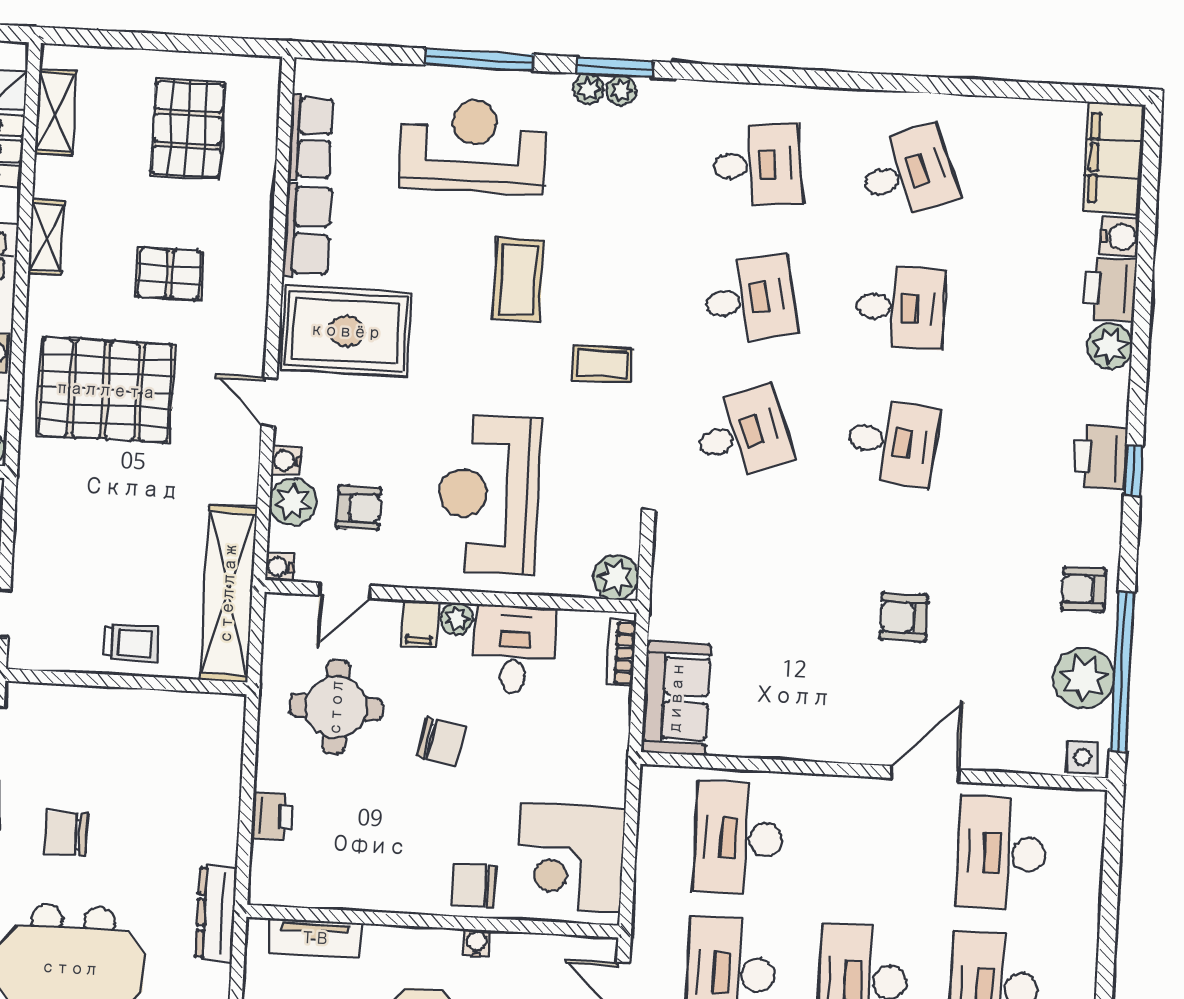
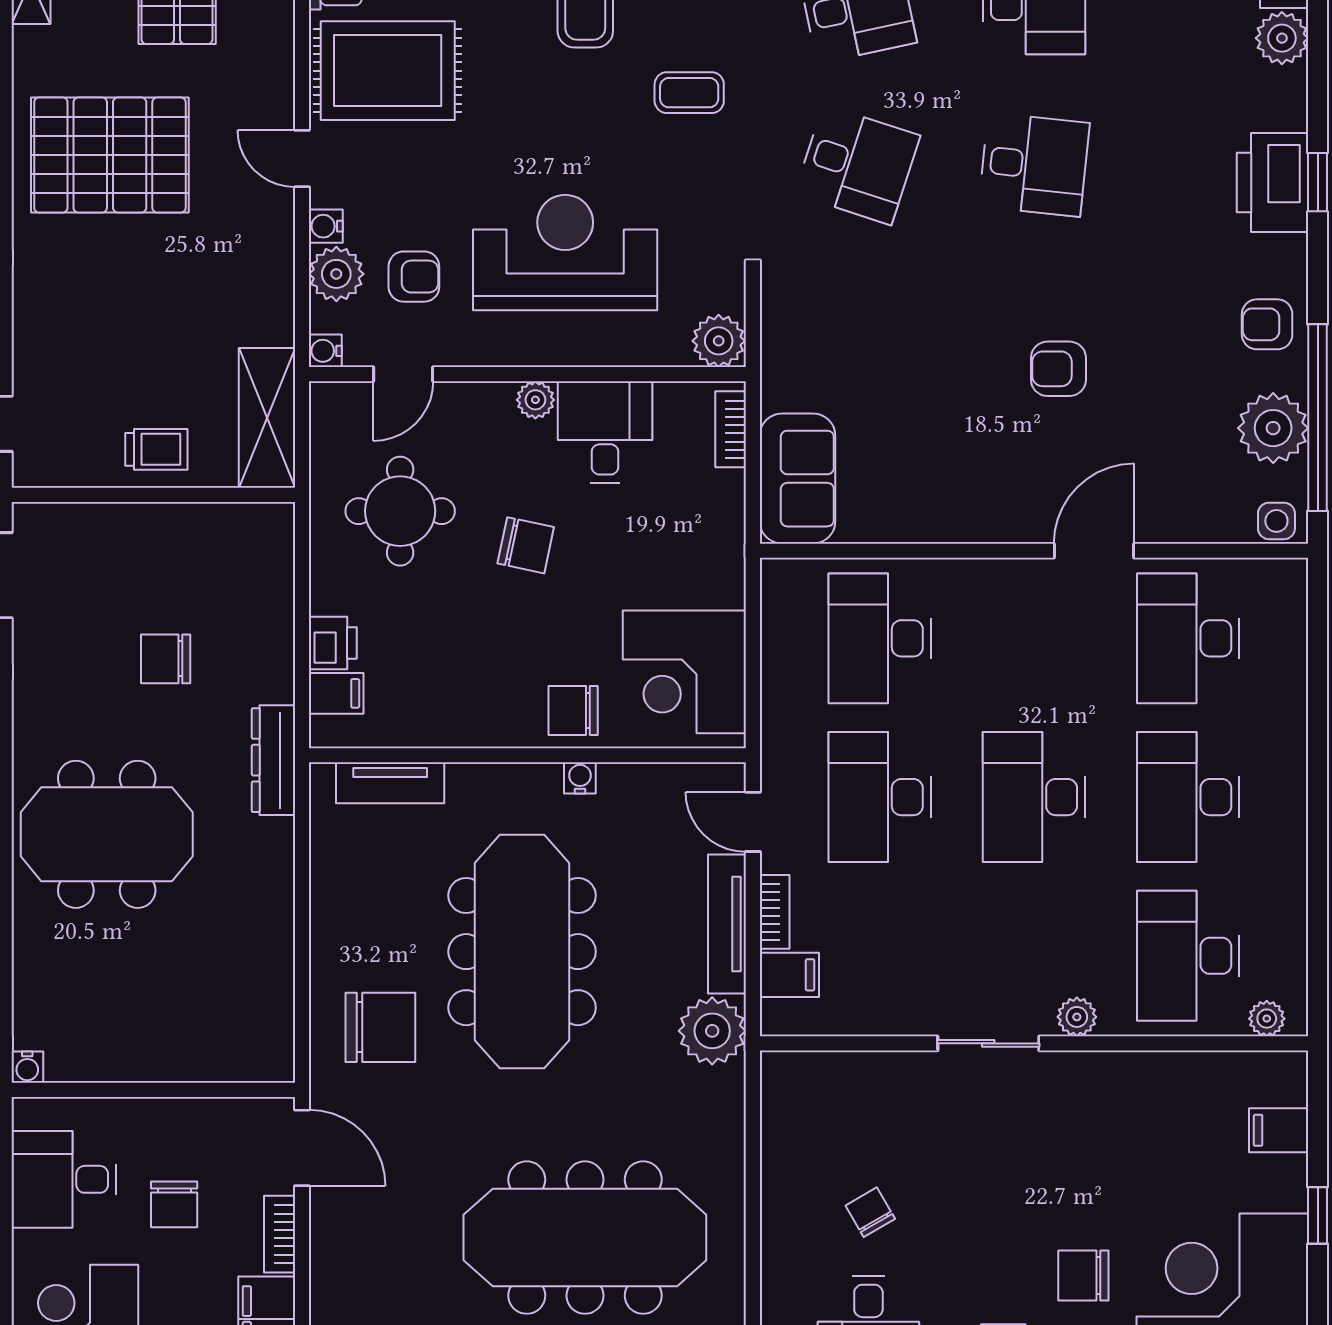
desk: (742, 434) -> (857, 165), turned 39
printer: (1101, 457) -> (1273, 183), width x1.37, depth x1.19
reception desk: (489, 495) -> (565, 253), turned 90
shelving: (228, 593) -> (267, 418), width x0.68
filing cabinet: (420, 624) -> (336, 693), moved, turned -90
chair: (65, 833) -> (166, 659), moved

